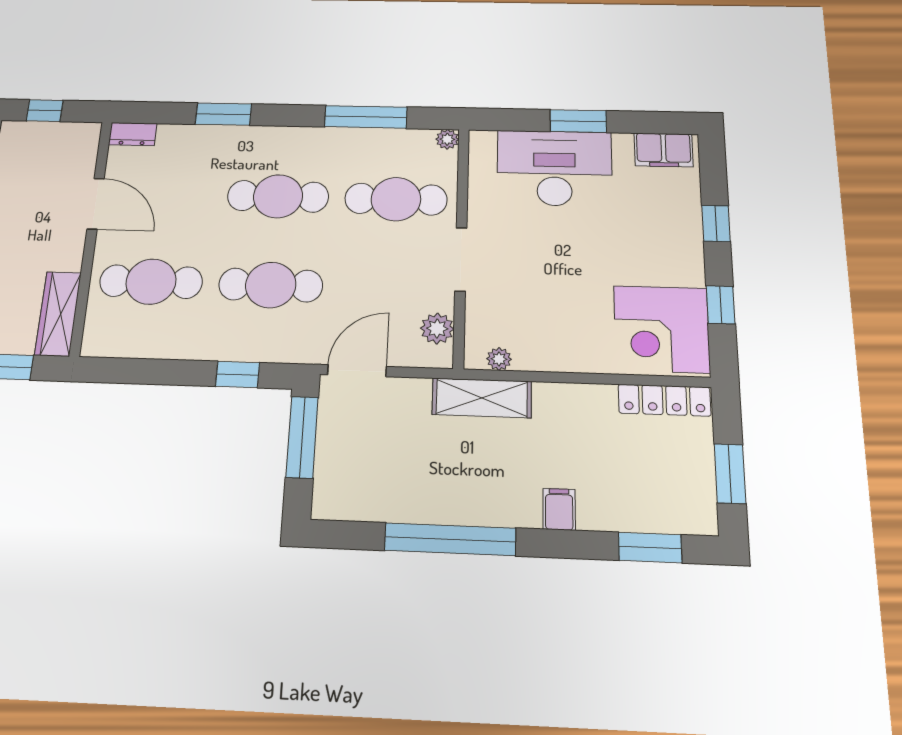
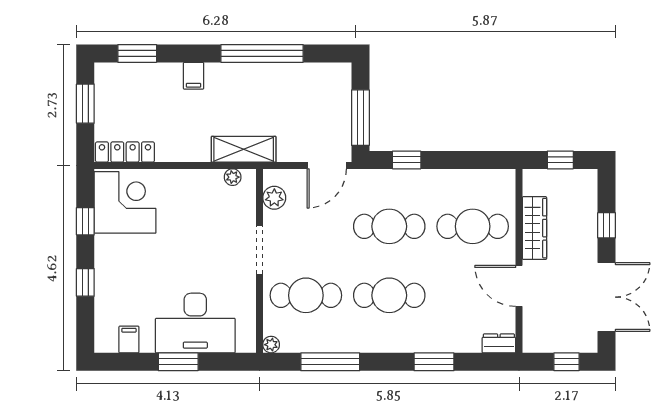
filing cabinet: (664, 150) -> (129, 340), width x0.50
wardrobe: (58, 314) -> (534, 228), moved

